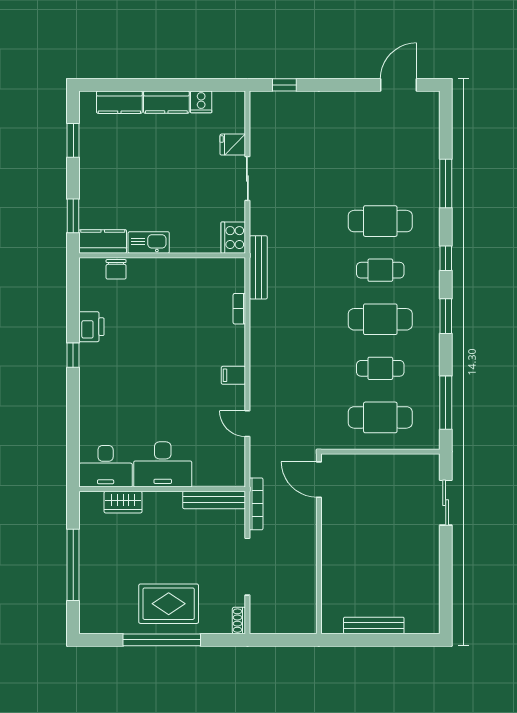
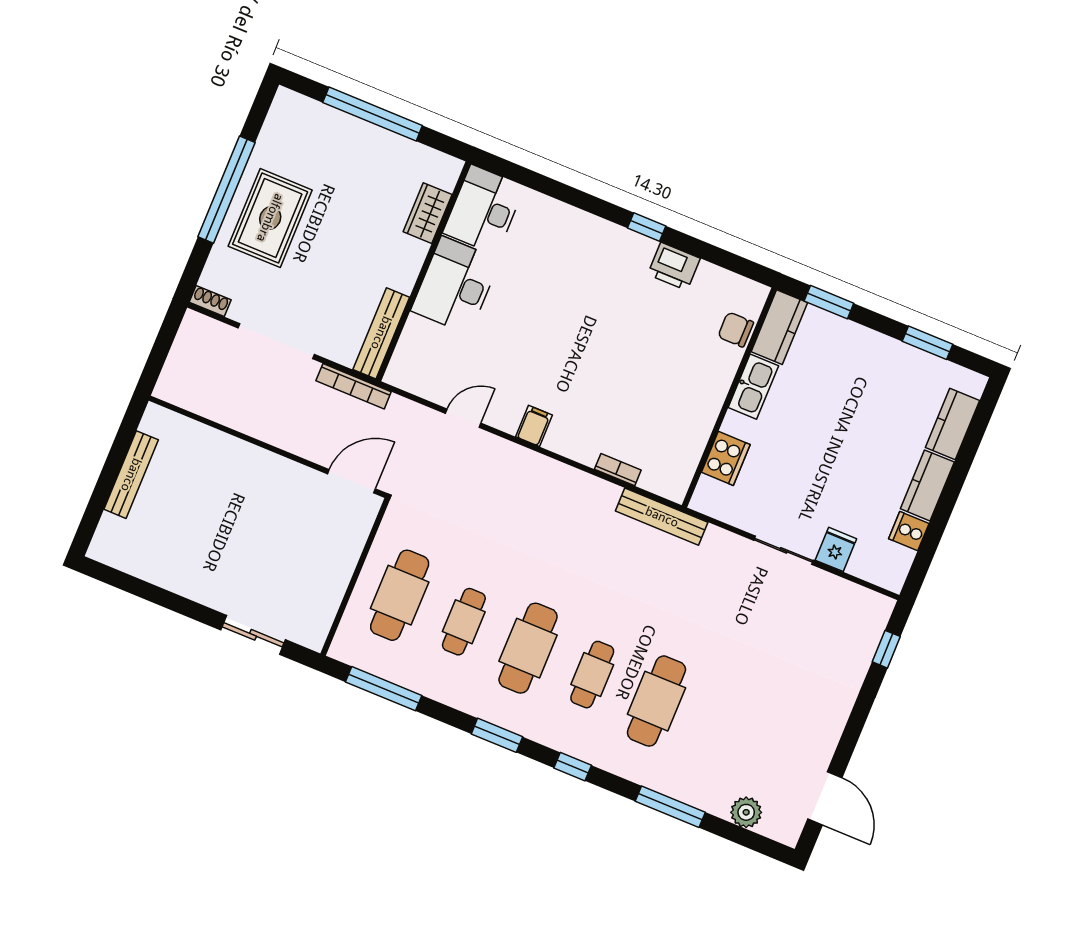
plant: (429, 132) -> (746, 812), added
cooker: (233, 238) -> (726, 458), moved, turned 90

